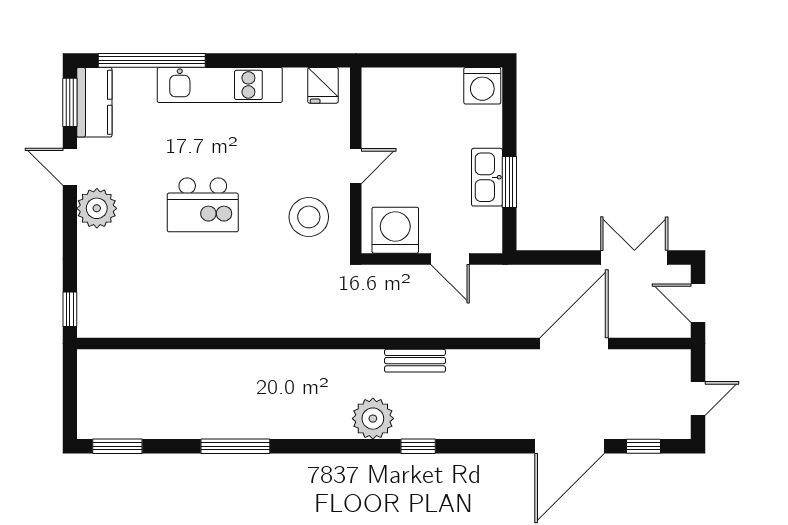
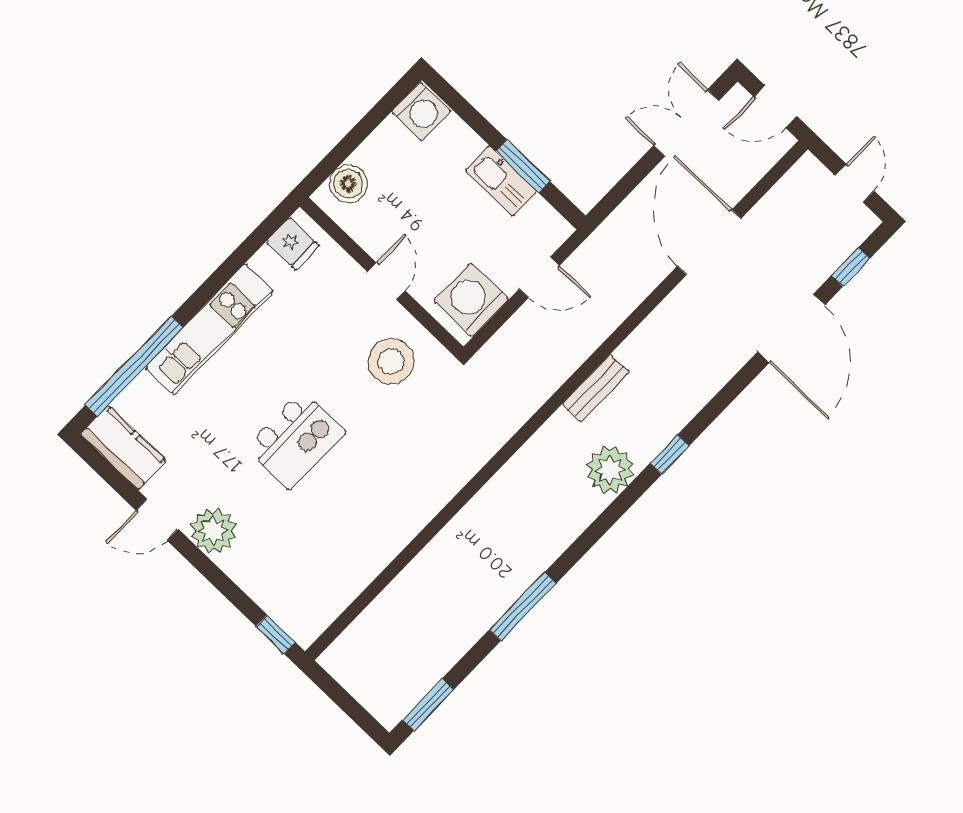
boiler: (394, 84) -> (348, 184), added
window: (70, 102) -> (103, 468), removed

